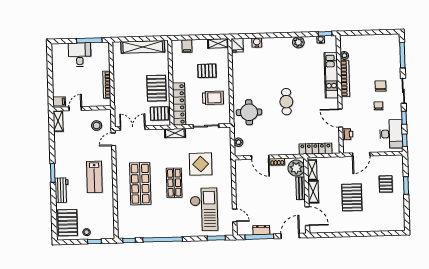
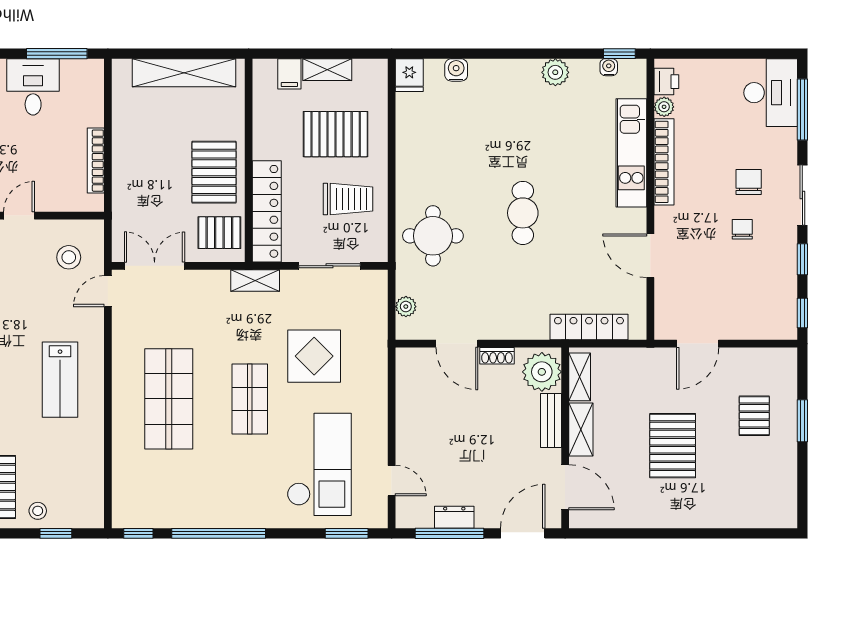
shelving: (218, 43) -> (327, 70), moved
pallet: (207, 71) -> (336, 134), width x1.50, depth x1.42
printer: (347, 134) -> (666, 82), moved
desk: (391, 134) -> (771, 93), moved

